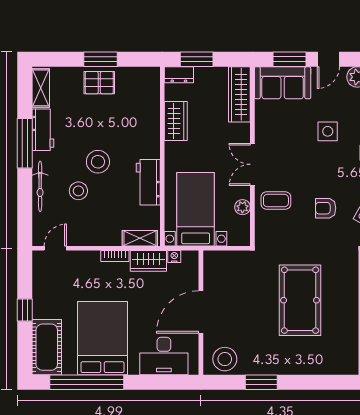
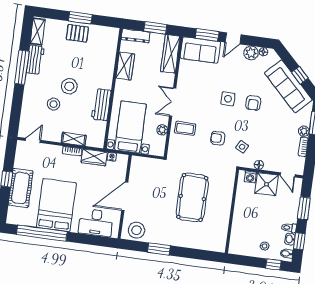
window: (197, 59) -> (155, 28), moved
dresser: (179, 75) -> (136, 36), width x1.44
side table: (328, 131) -> (228, 99), moved
bicycle: (40, 186) -> (28, 98), removed
shelving: (140, 238) -> (74, 139), moved
cot: (47, 347) -> (21, 188), moved

